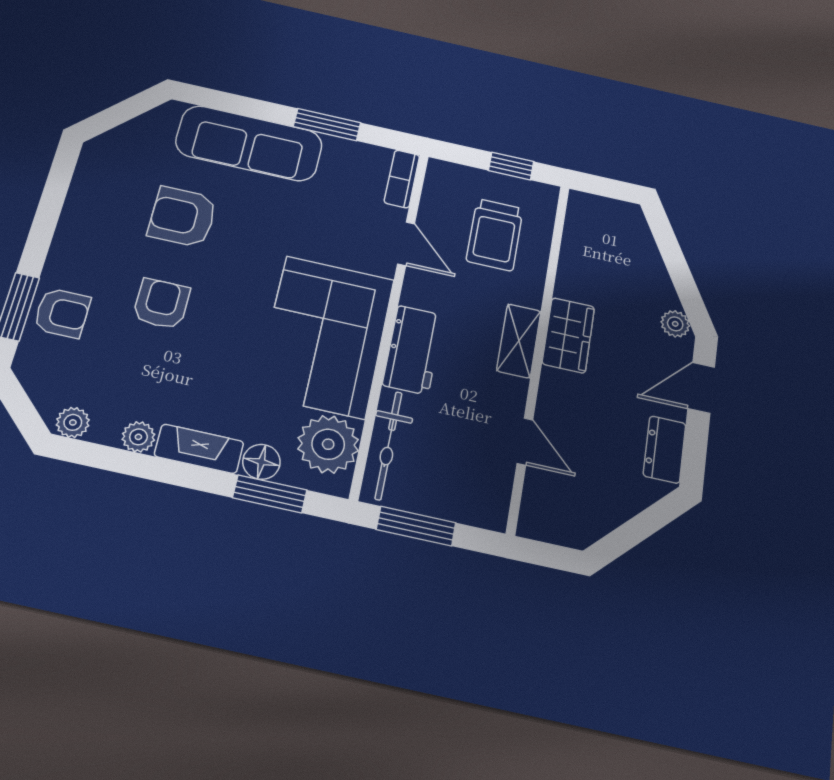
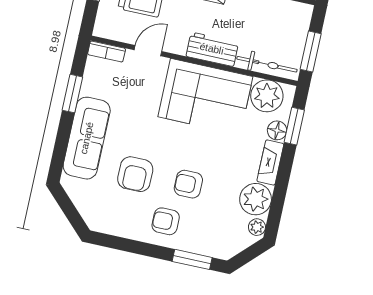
armchair: (62, 313) -> (166, 221), moved, turned -90
plant: (138, 437) -> (256, 199), width x1.88, depth x1.88

